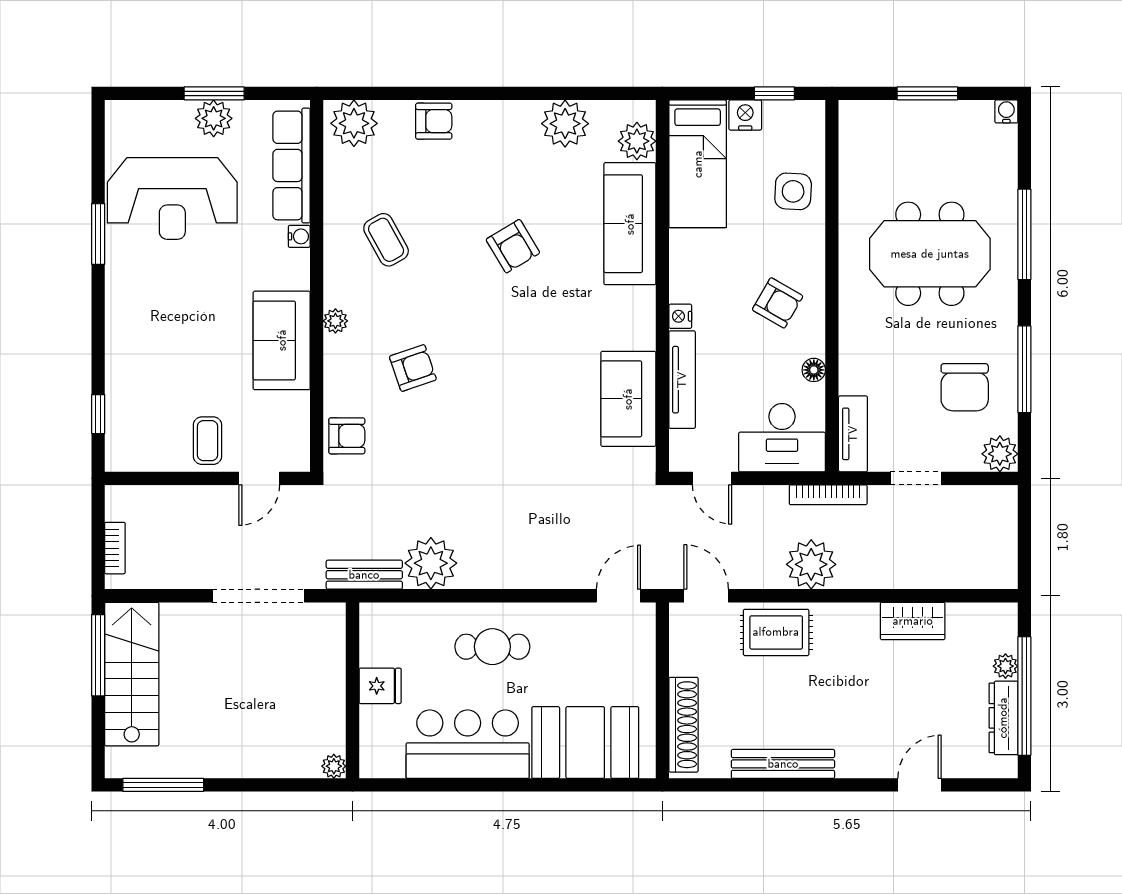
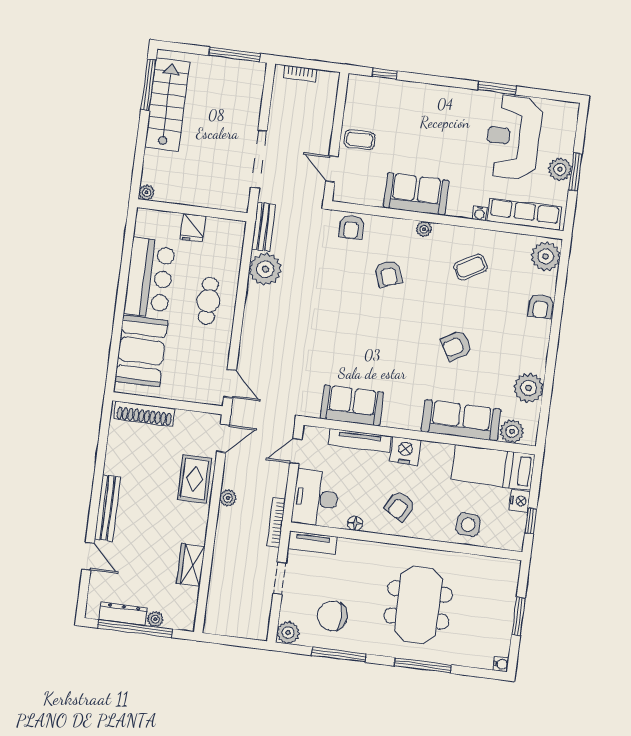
nightstand: (680, 316) -> (405, 451), width x1.89, depth x1.79
plant: (811, 564) -> (228, 498), width x0.53, depth x0.53
stairs: (132, 674) -> (167, 105), moved, turned -90
bench: (783, 764) -> (108, 508), moved

